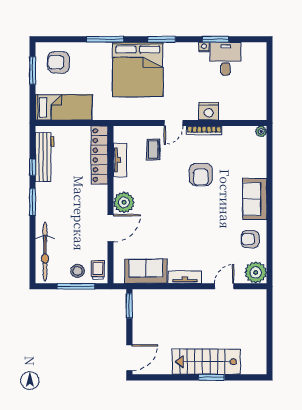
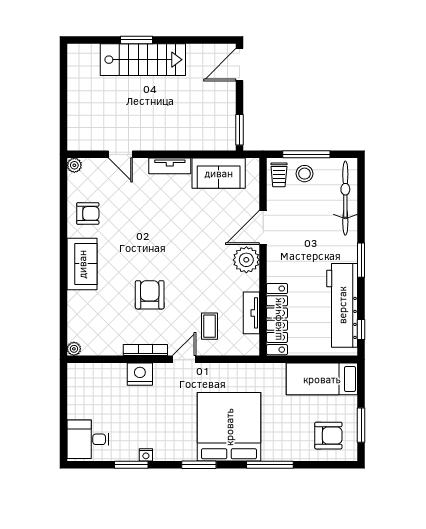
desk: (226, 59) -> (88, 439), moved, turned 90
workbench: (45, 157) -> (342, 305), width x1.36, depth x1.32
window: (33, 167) -> (361, 329), moved
plant: (256, 272) -> (74, 165), width x0.53, depth x0.53
door: (224, 286) -> (120, 154), hinge flipped

